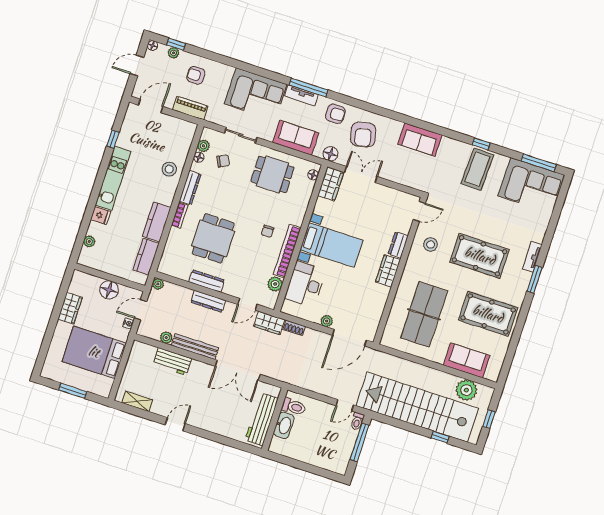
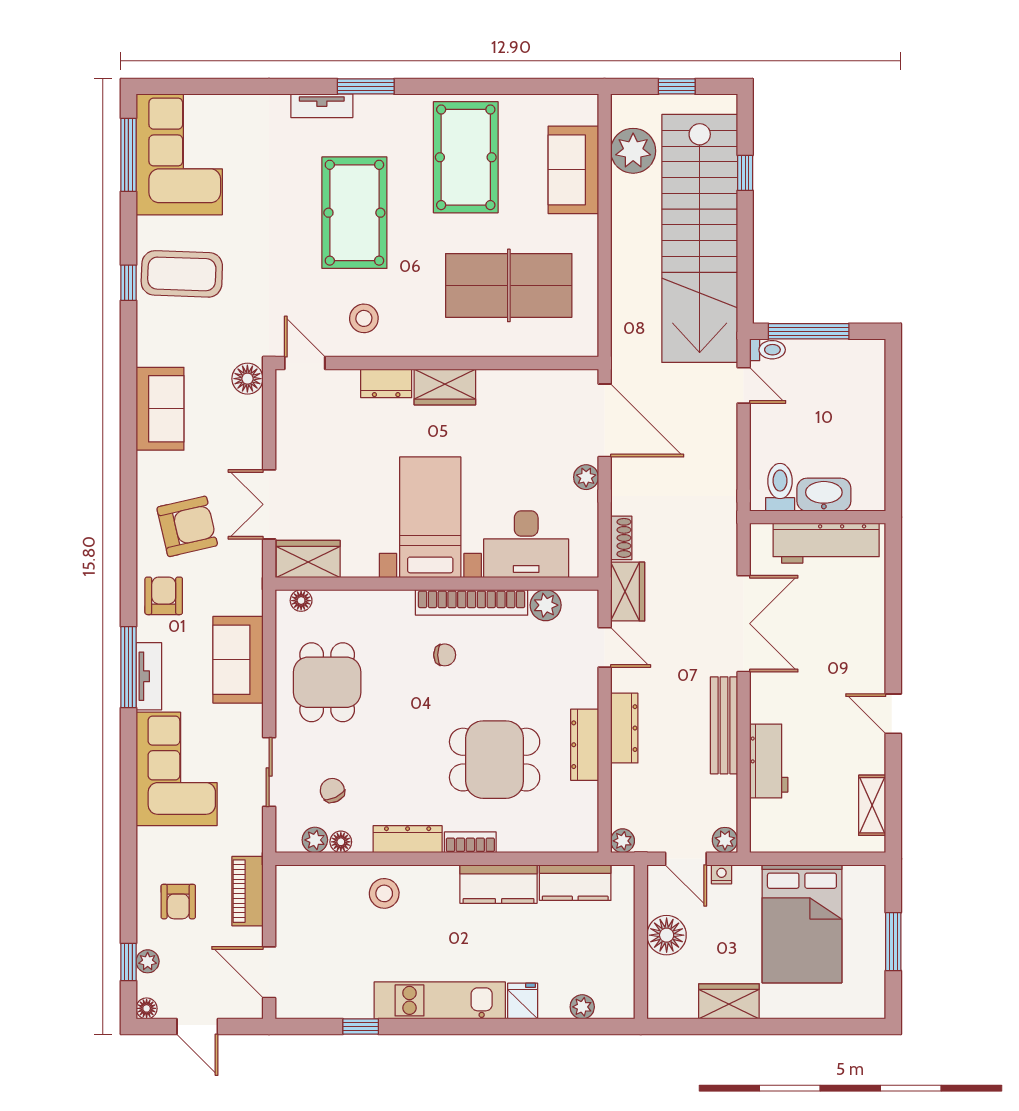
floor lamp: (330, 154) -> (247, 379), moved
plant: (166, 338) -> (725, 840), moved

